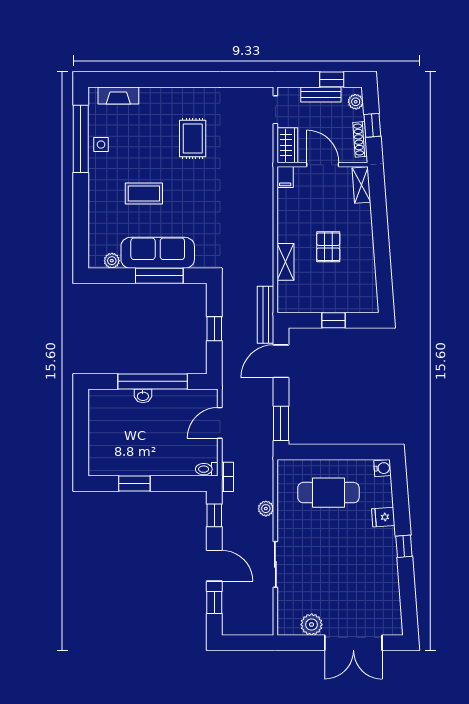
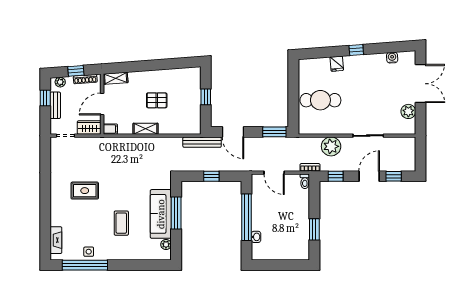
shelving: (286, 262) -> (146, 129), moved
washbasin: (143, 396) -> (256, 237), moved
water cooler: (382, 468) -> (392, 58), moved
cafe table: (328, 493) -> (320, 100), turned 90
plant: (266, 509) -> (331, 146), width x1.88, depth x1.88

